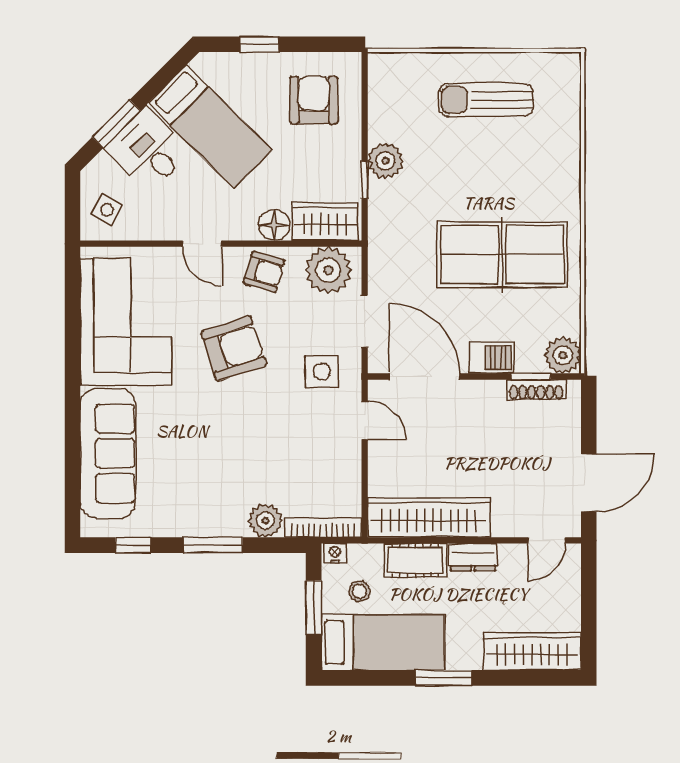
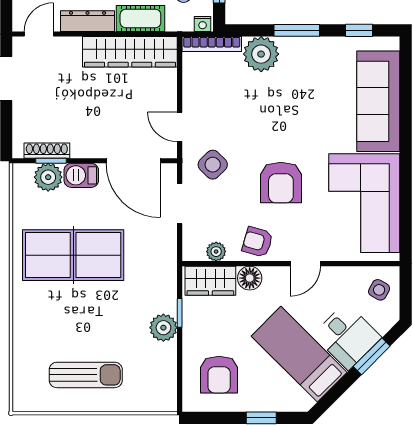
door: (202, 244) -> (305, 264), swing flipped
plant: (328, 270) -> (216, 252), width x0.53, depth x0.53
armchair: (234, 348) -> (281, 183), turned -72
plant: (563, 355) -> (48, 177), moved
side table: (322, 372) -> (213, 165), turned 45
plant: (265, 521) -> (261, 54), width x1.36, depth x1.36
dresser: (473, 557) -> (88, 21), width x1.44

